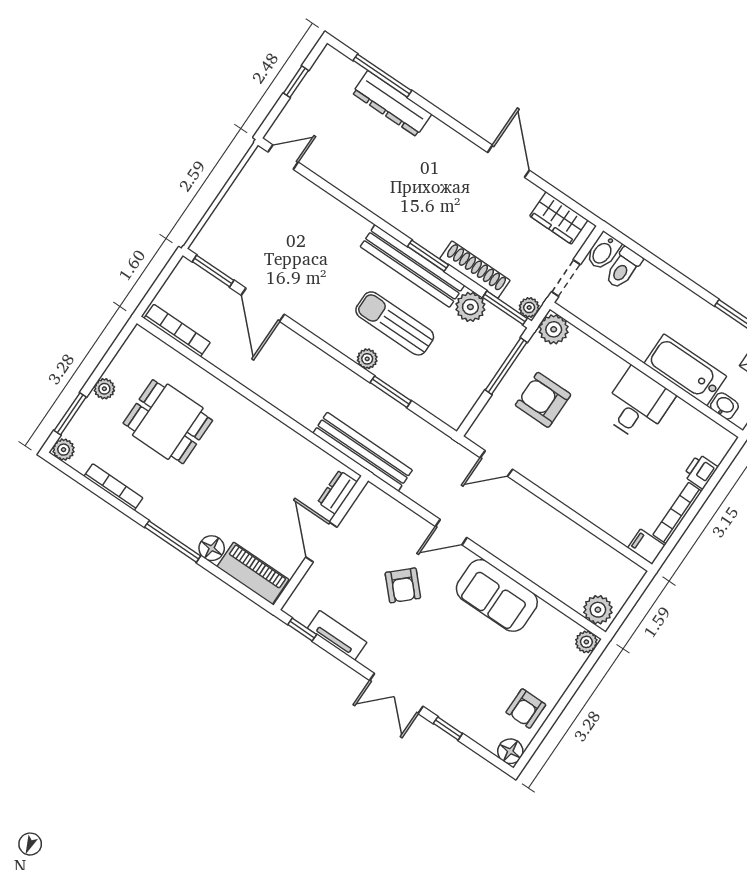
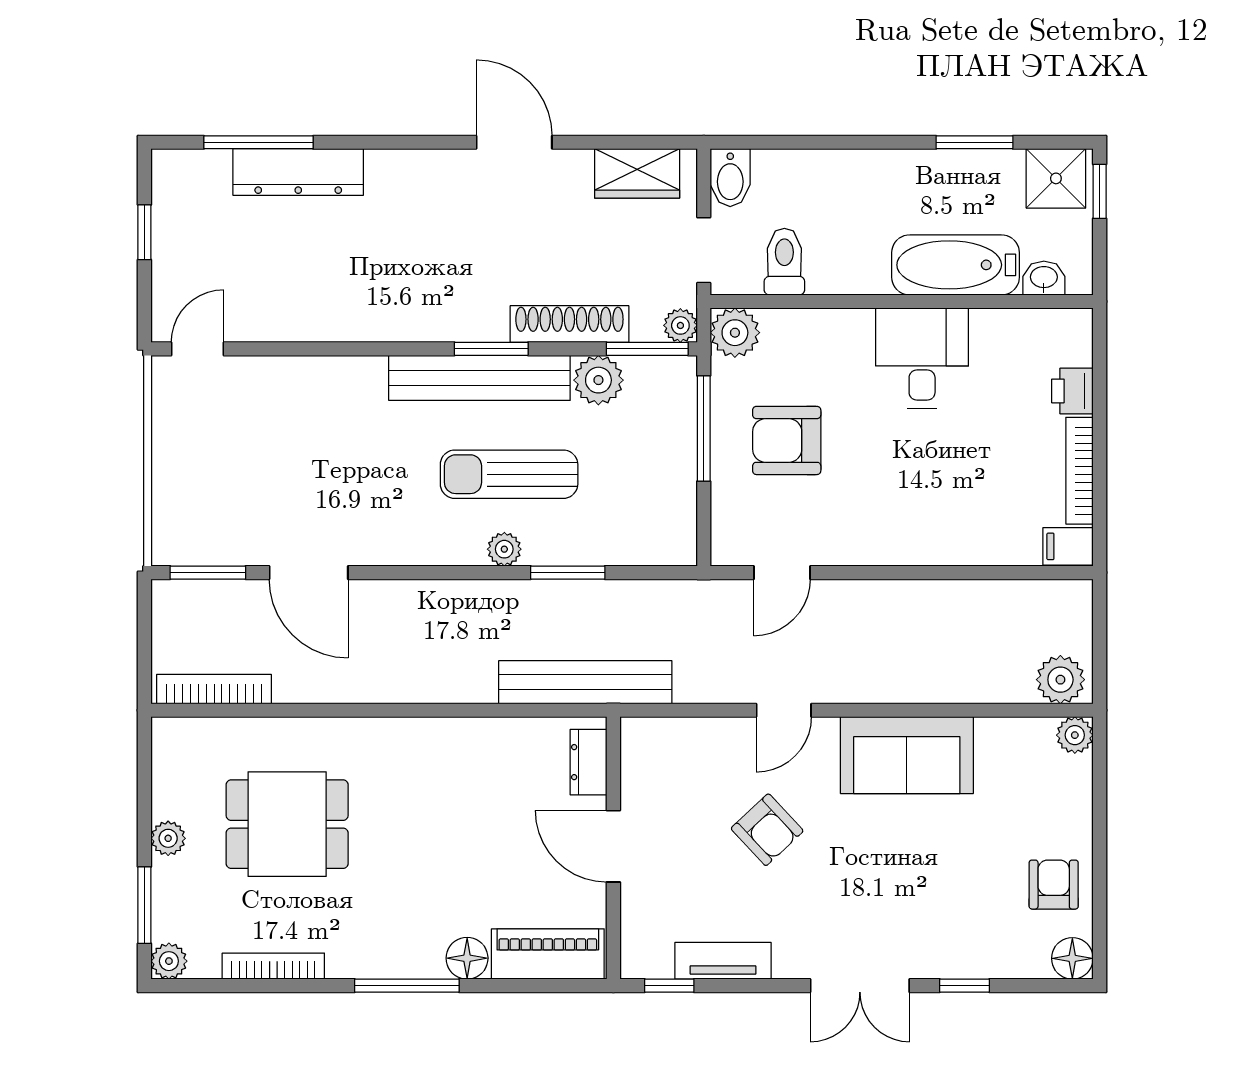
toilet: (623, 268) -> (784, 262), moved, turned 180
armchair: (526, 709) -> (1054, 885), turned 180

